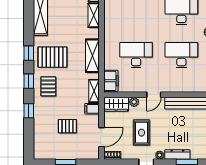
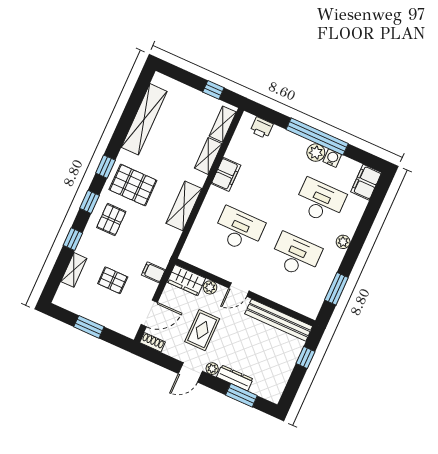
filing cabinet: (111, 81) -> (226, 174), moved
shelving: (94, 91) -> (74, 270), moved

